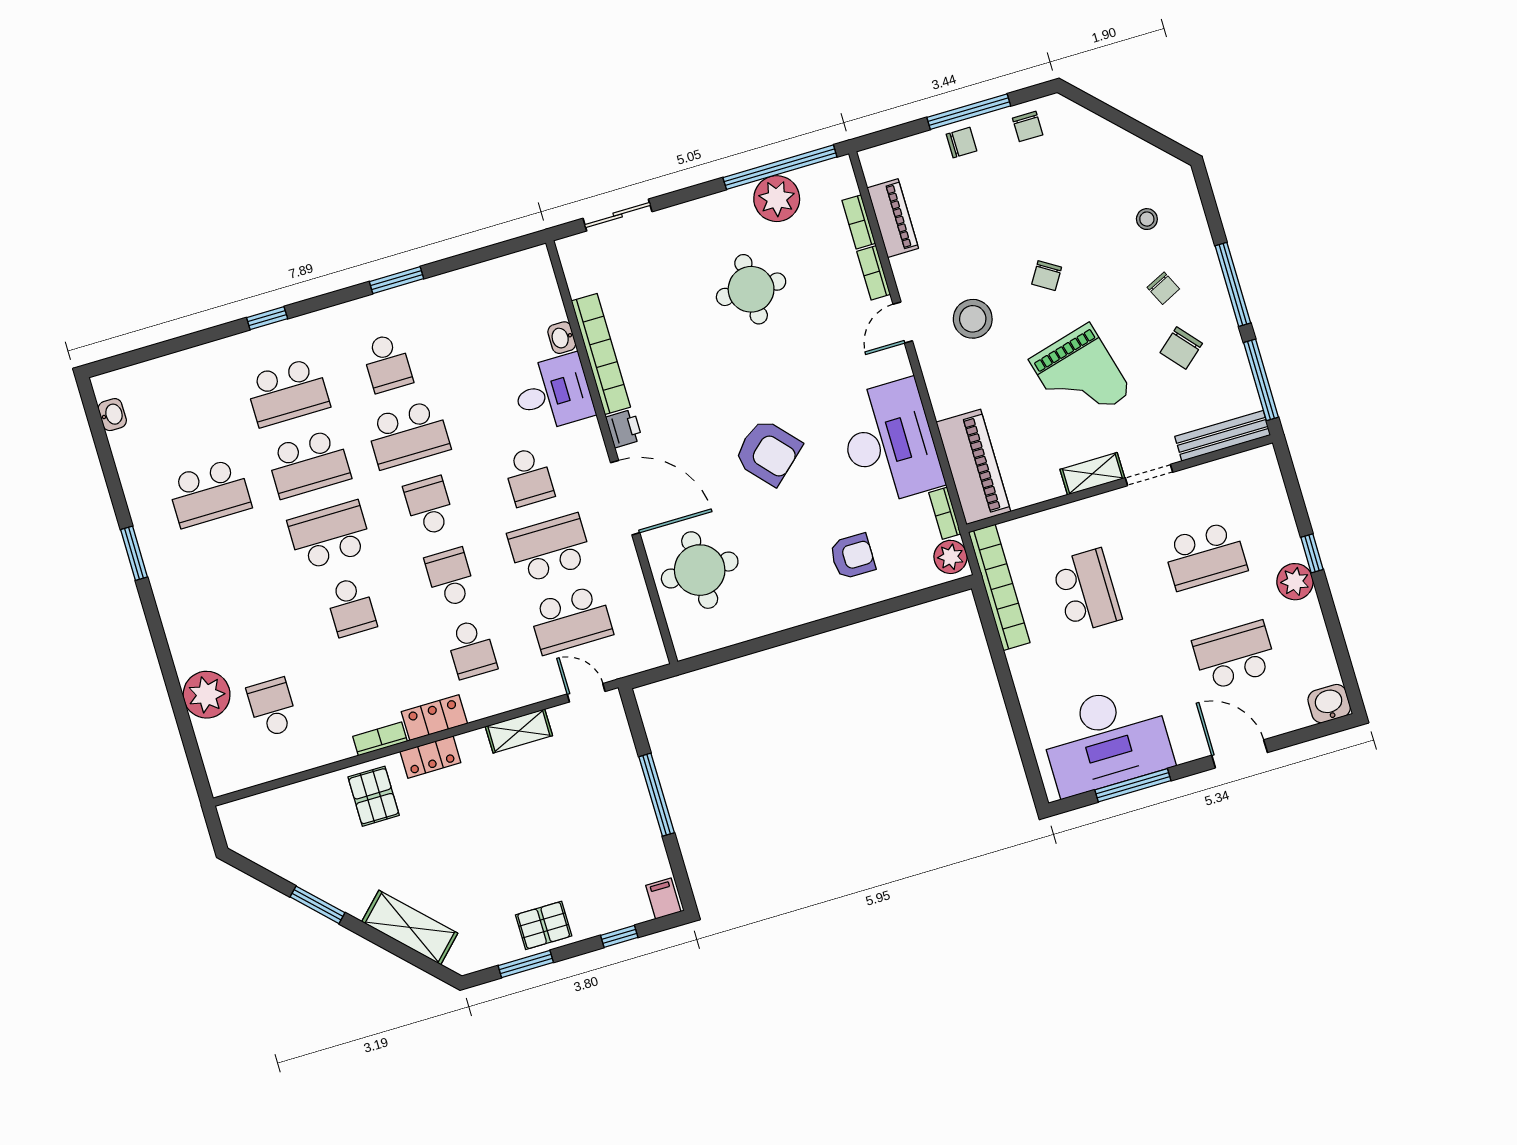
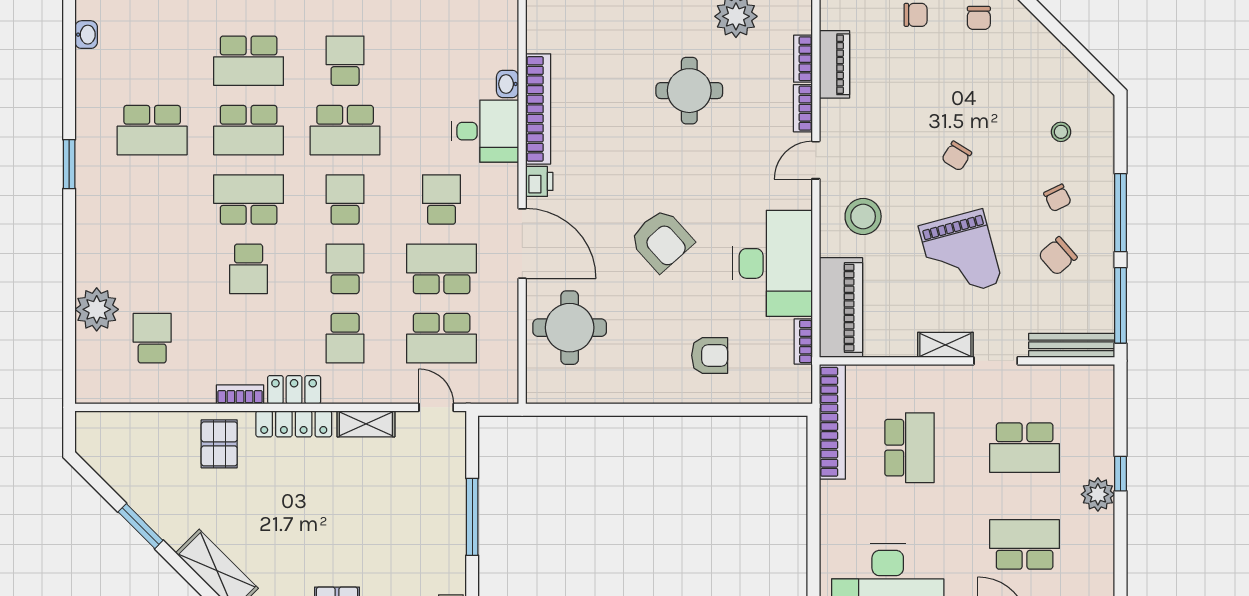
stool: (973, 319) -> (863, 216), moved
school desk: (387, 363) -> (345, 61), turned 180
school desk: (529, 477) -> (442, 199), turned 180
plant: (950, 557) -> (797, 382), removed
locker: (430, 757) -> (294, 424), width x1.53

